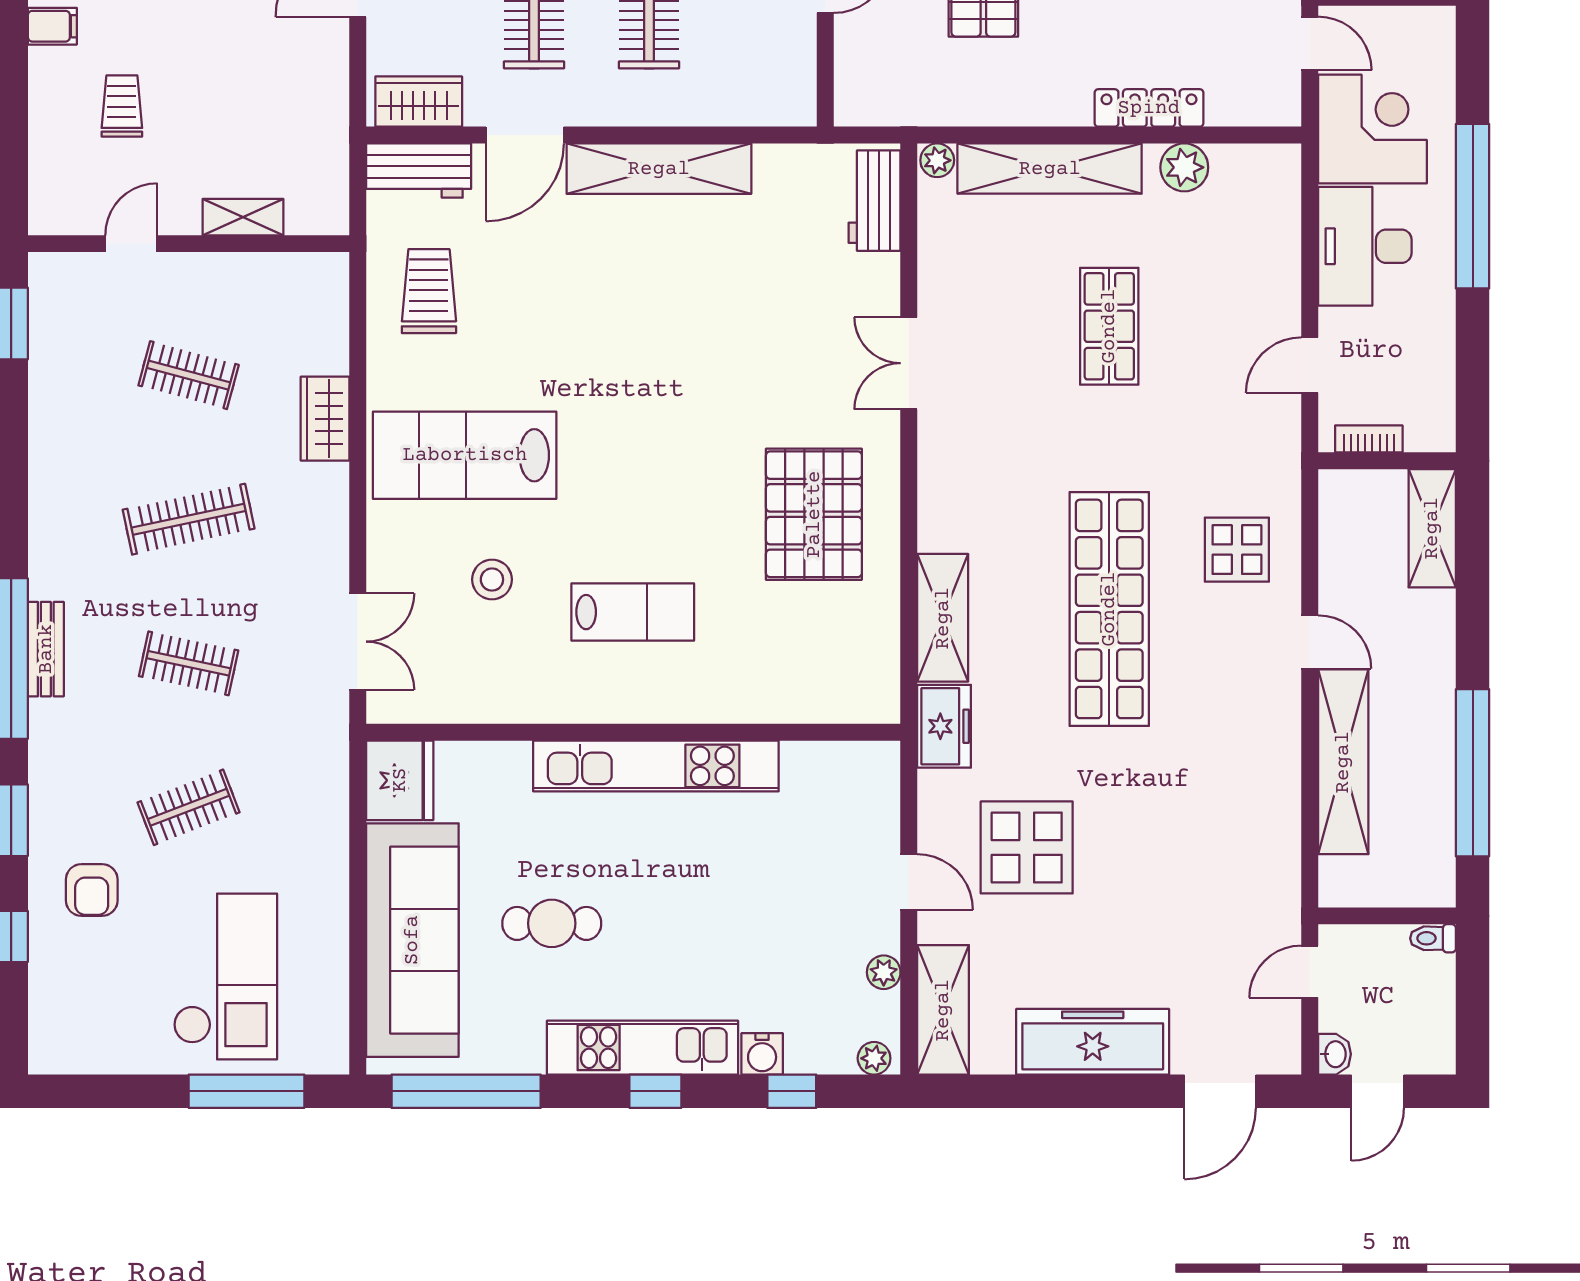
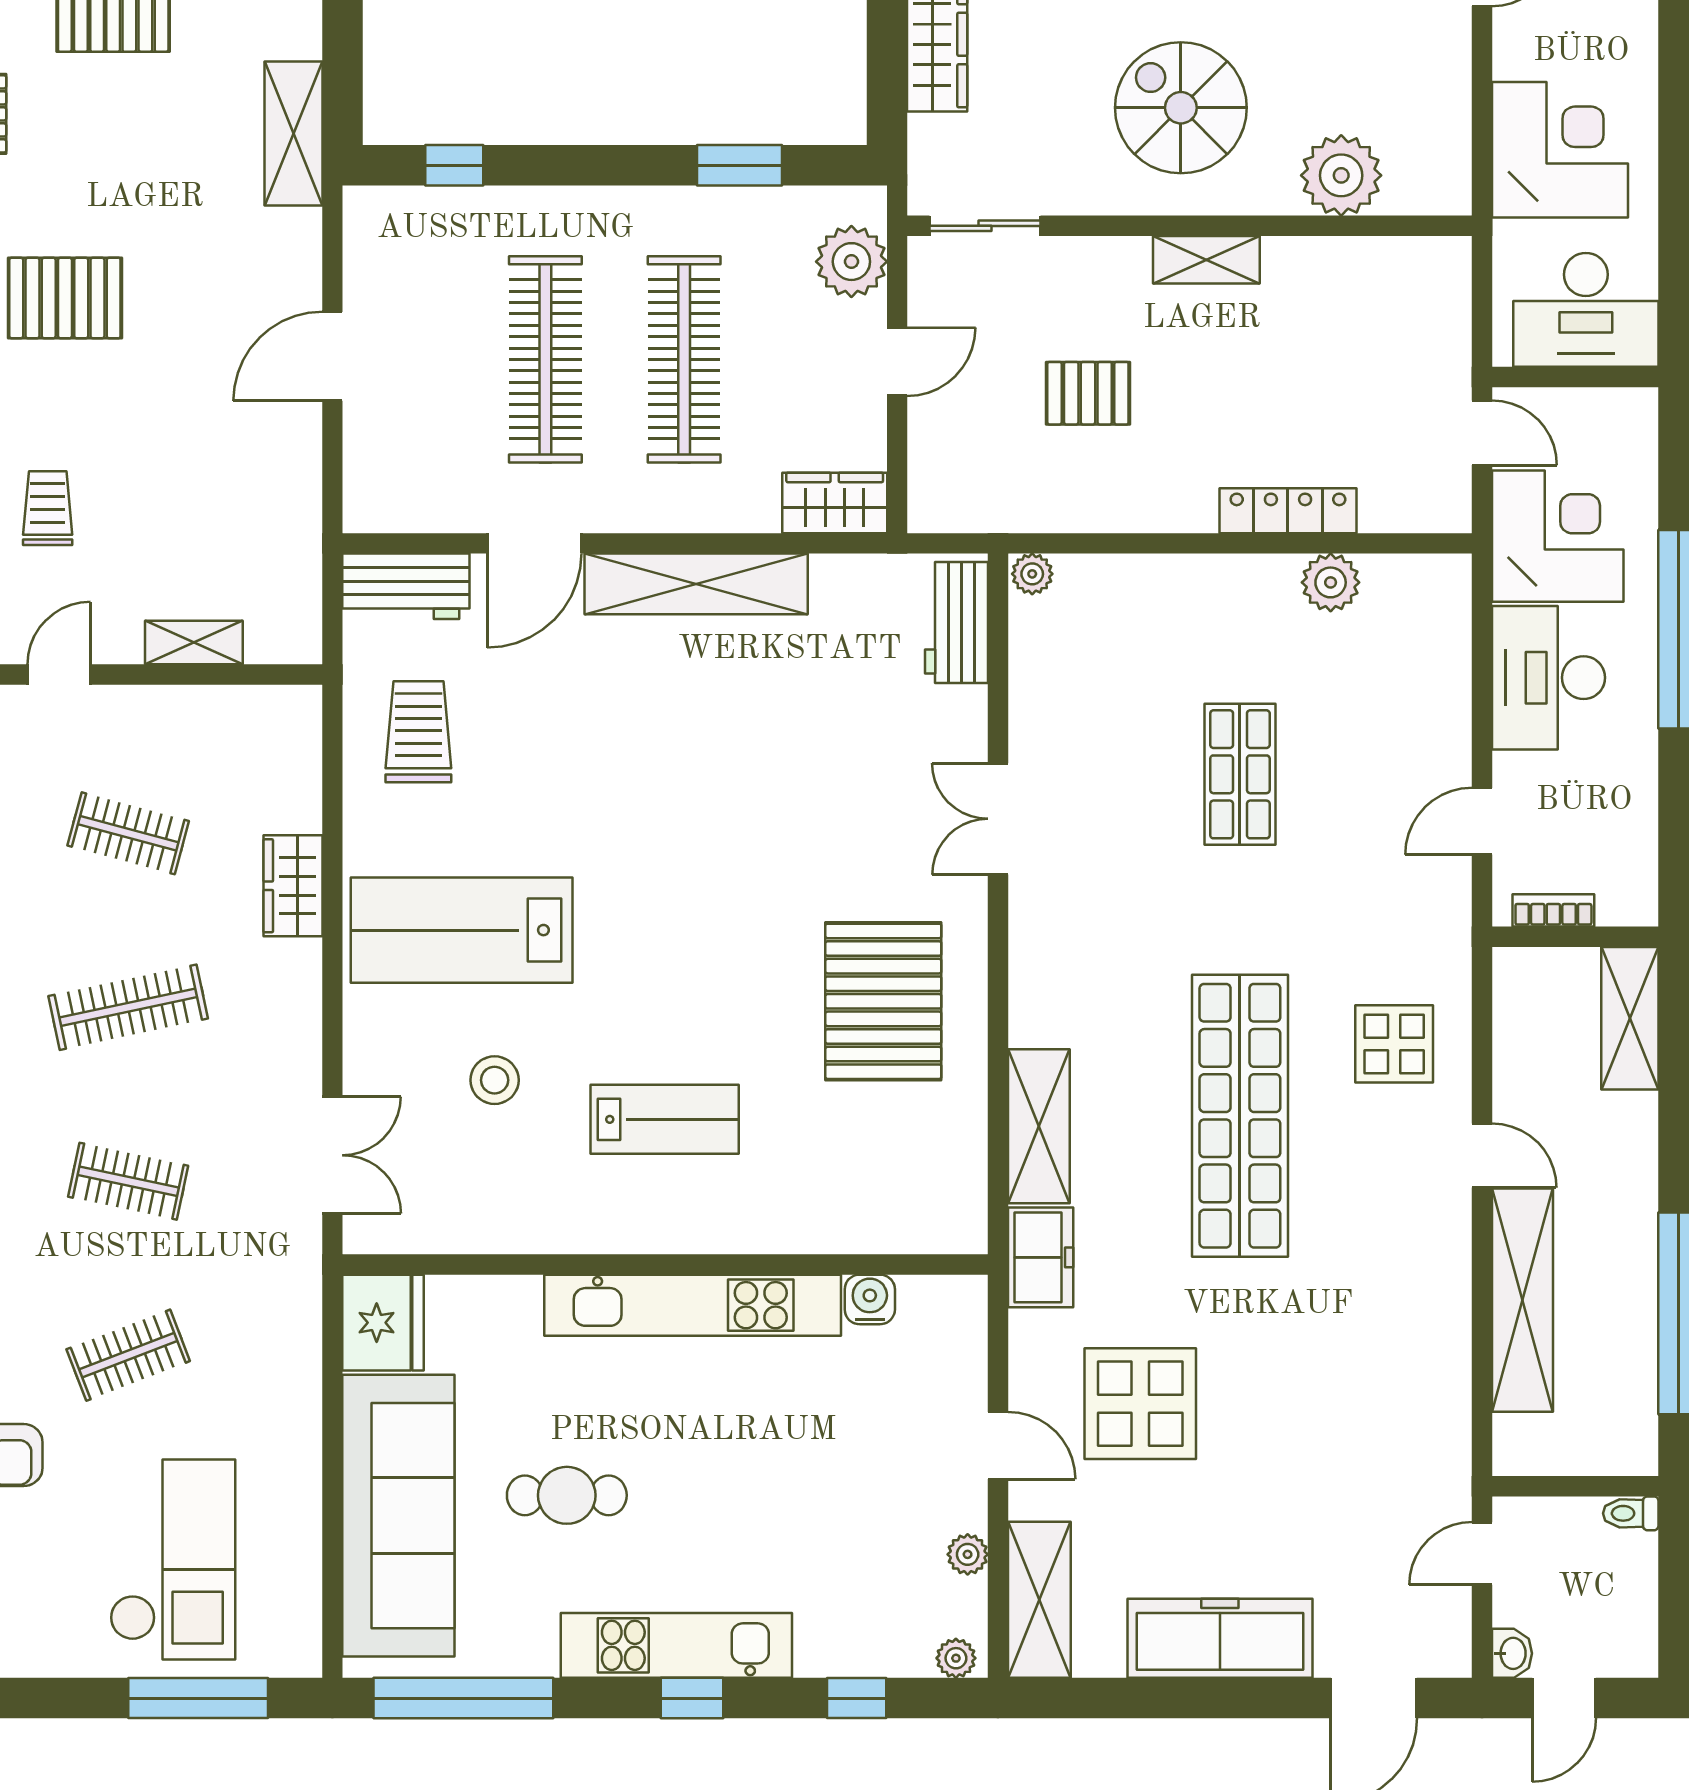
wardrobe: (419, 102) -> (835, 503), moved
shelving: (1050, 169) -> (1168, 584), removed
water cooler: (762, 1054) -> (870, 1299), moved, turned 180

